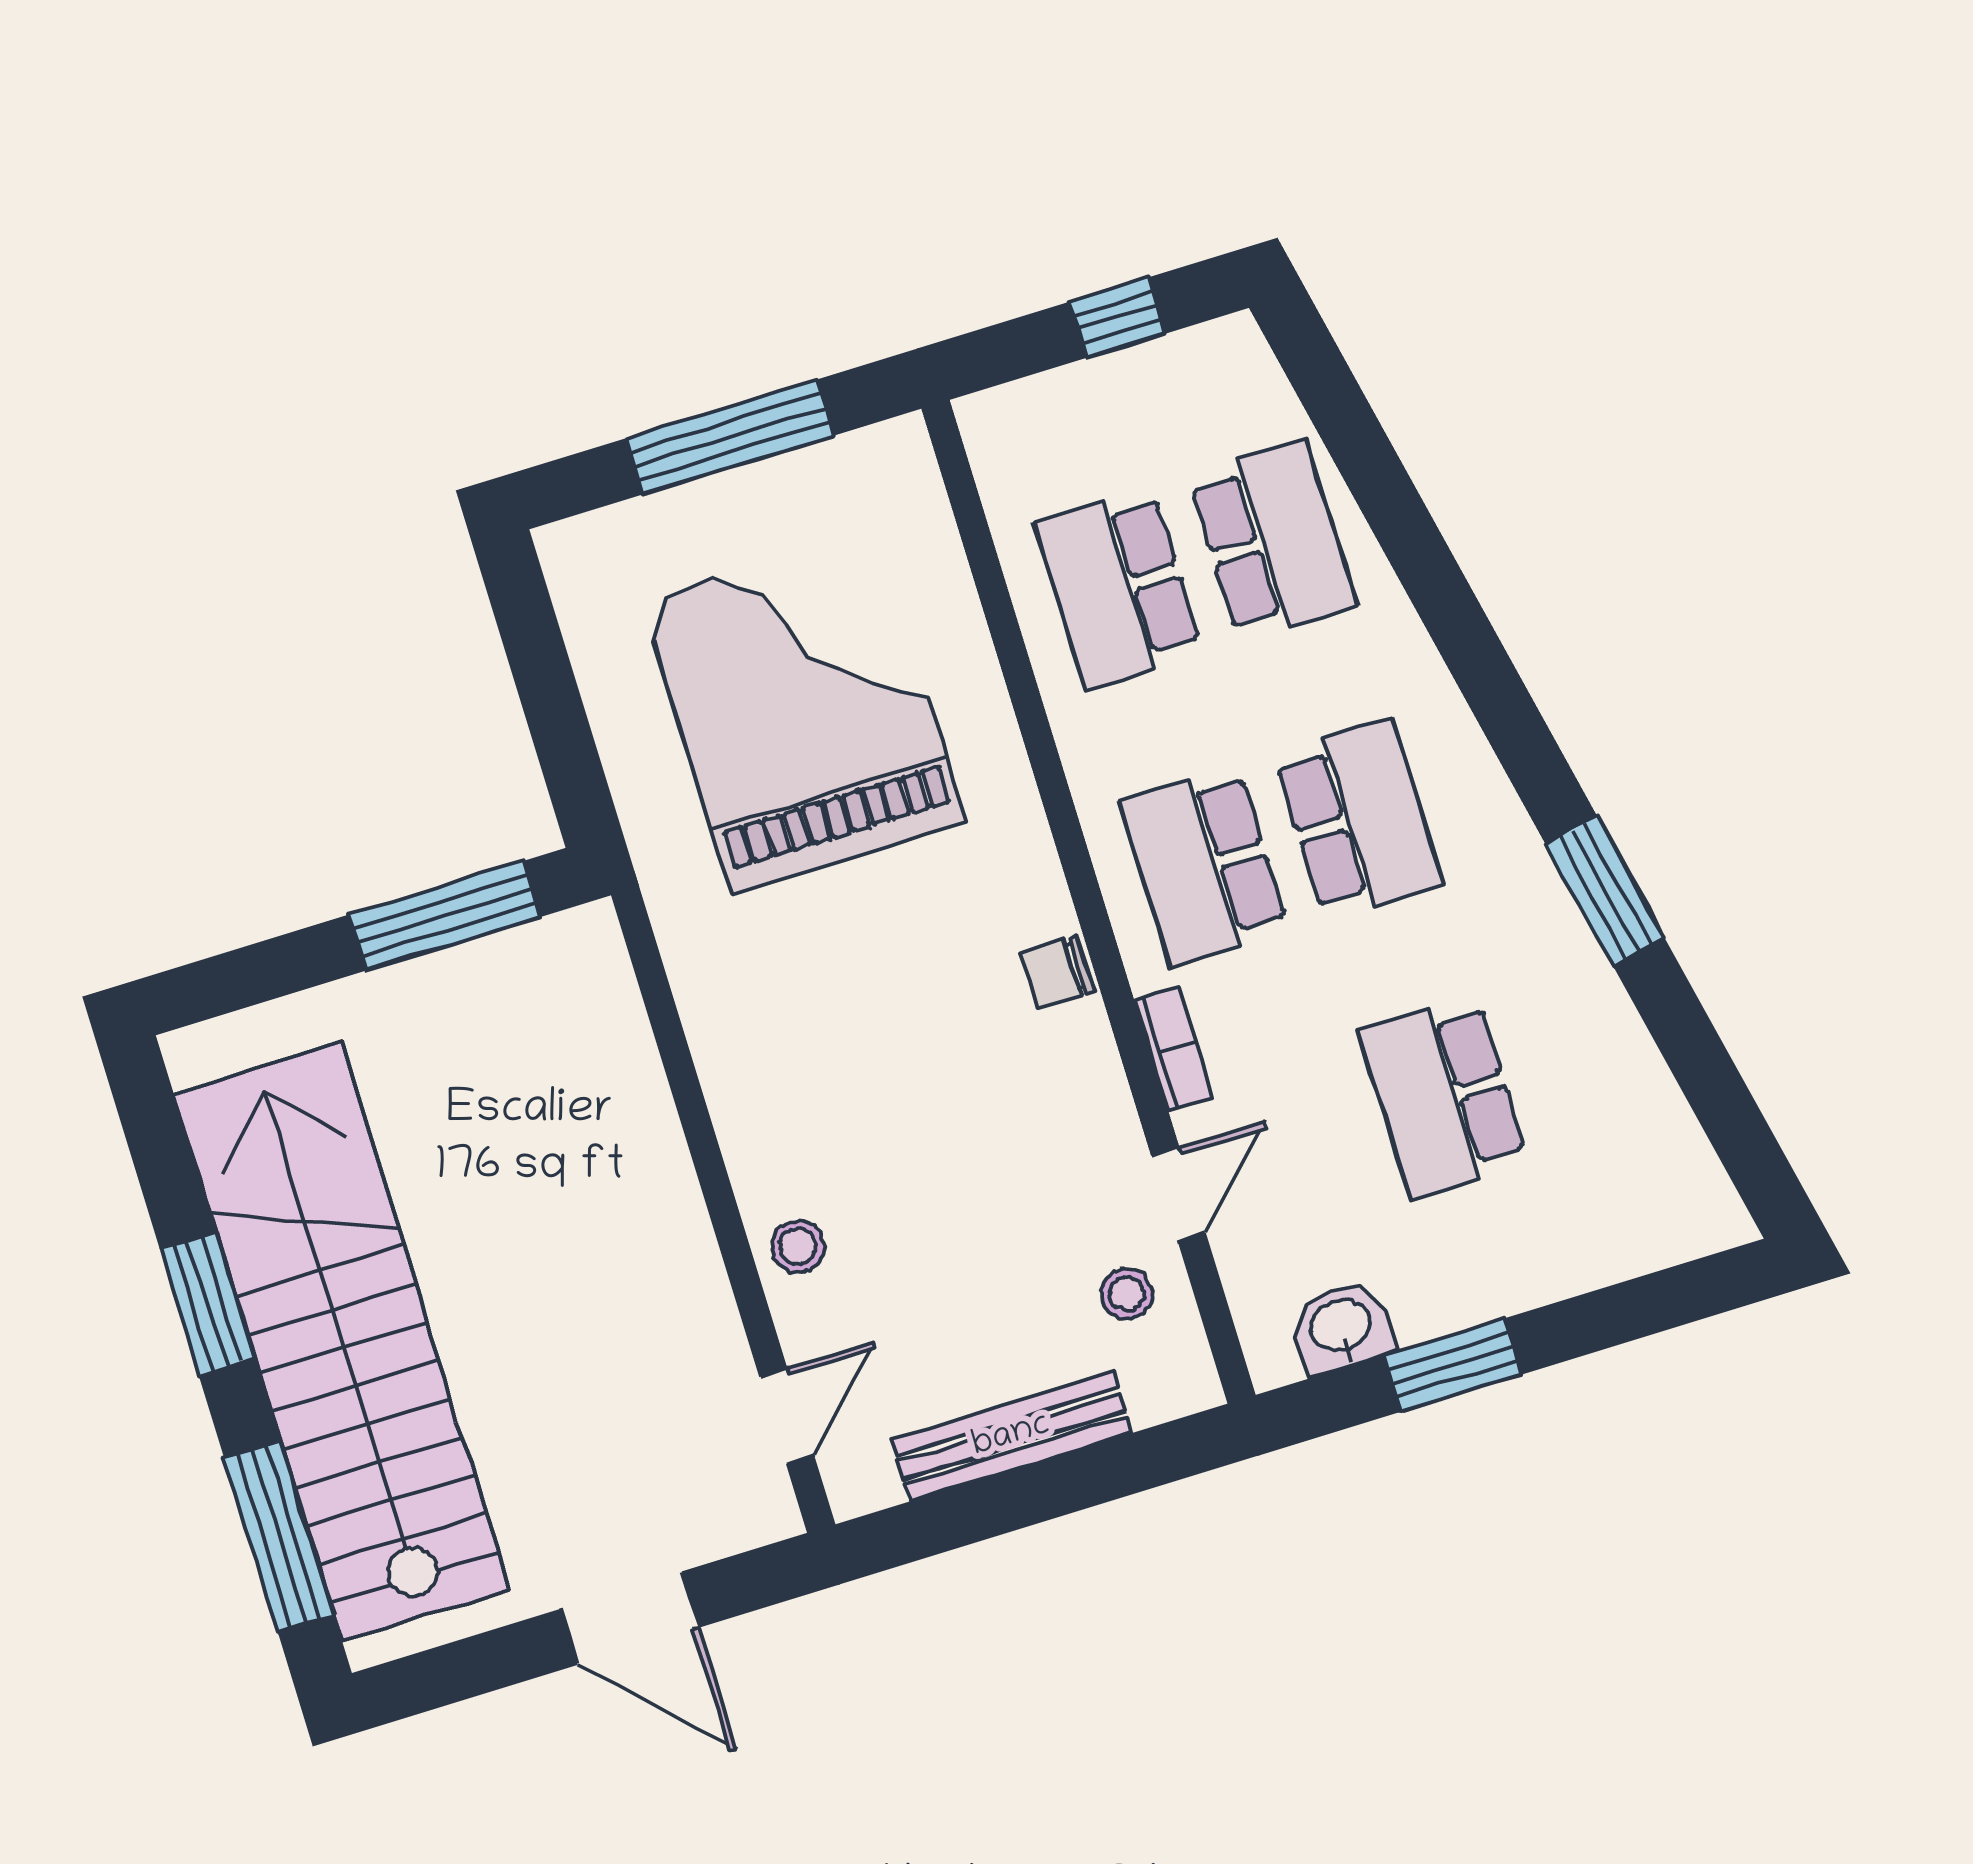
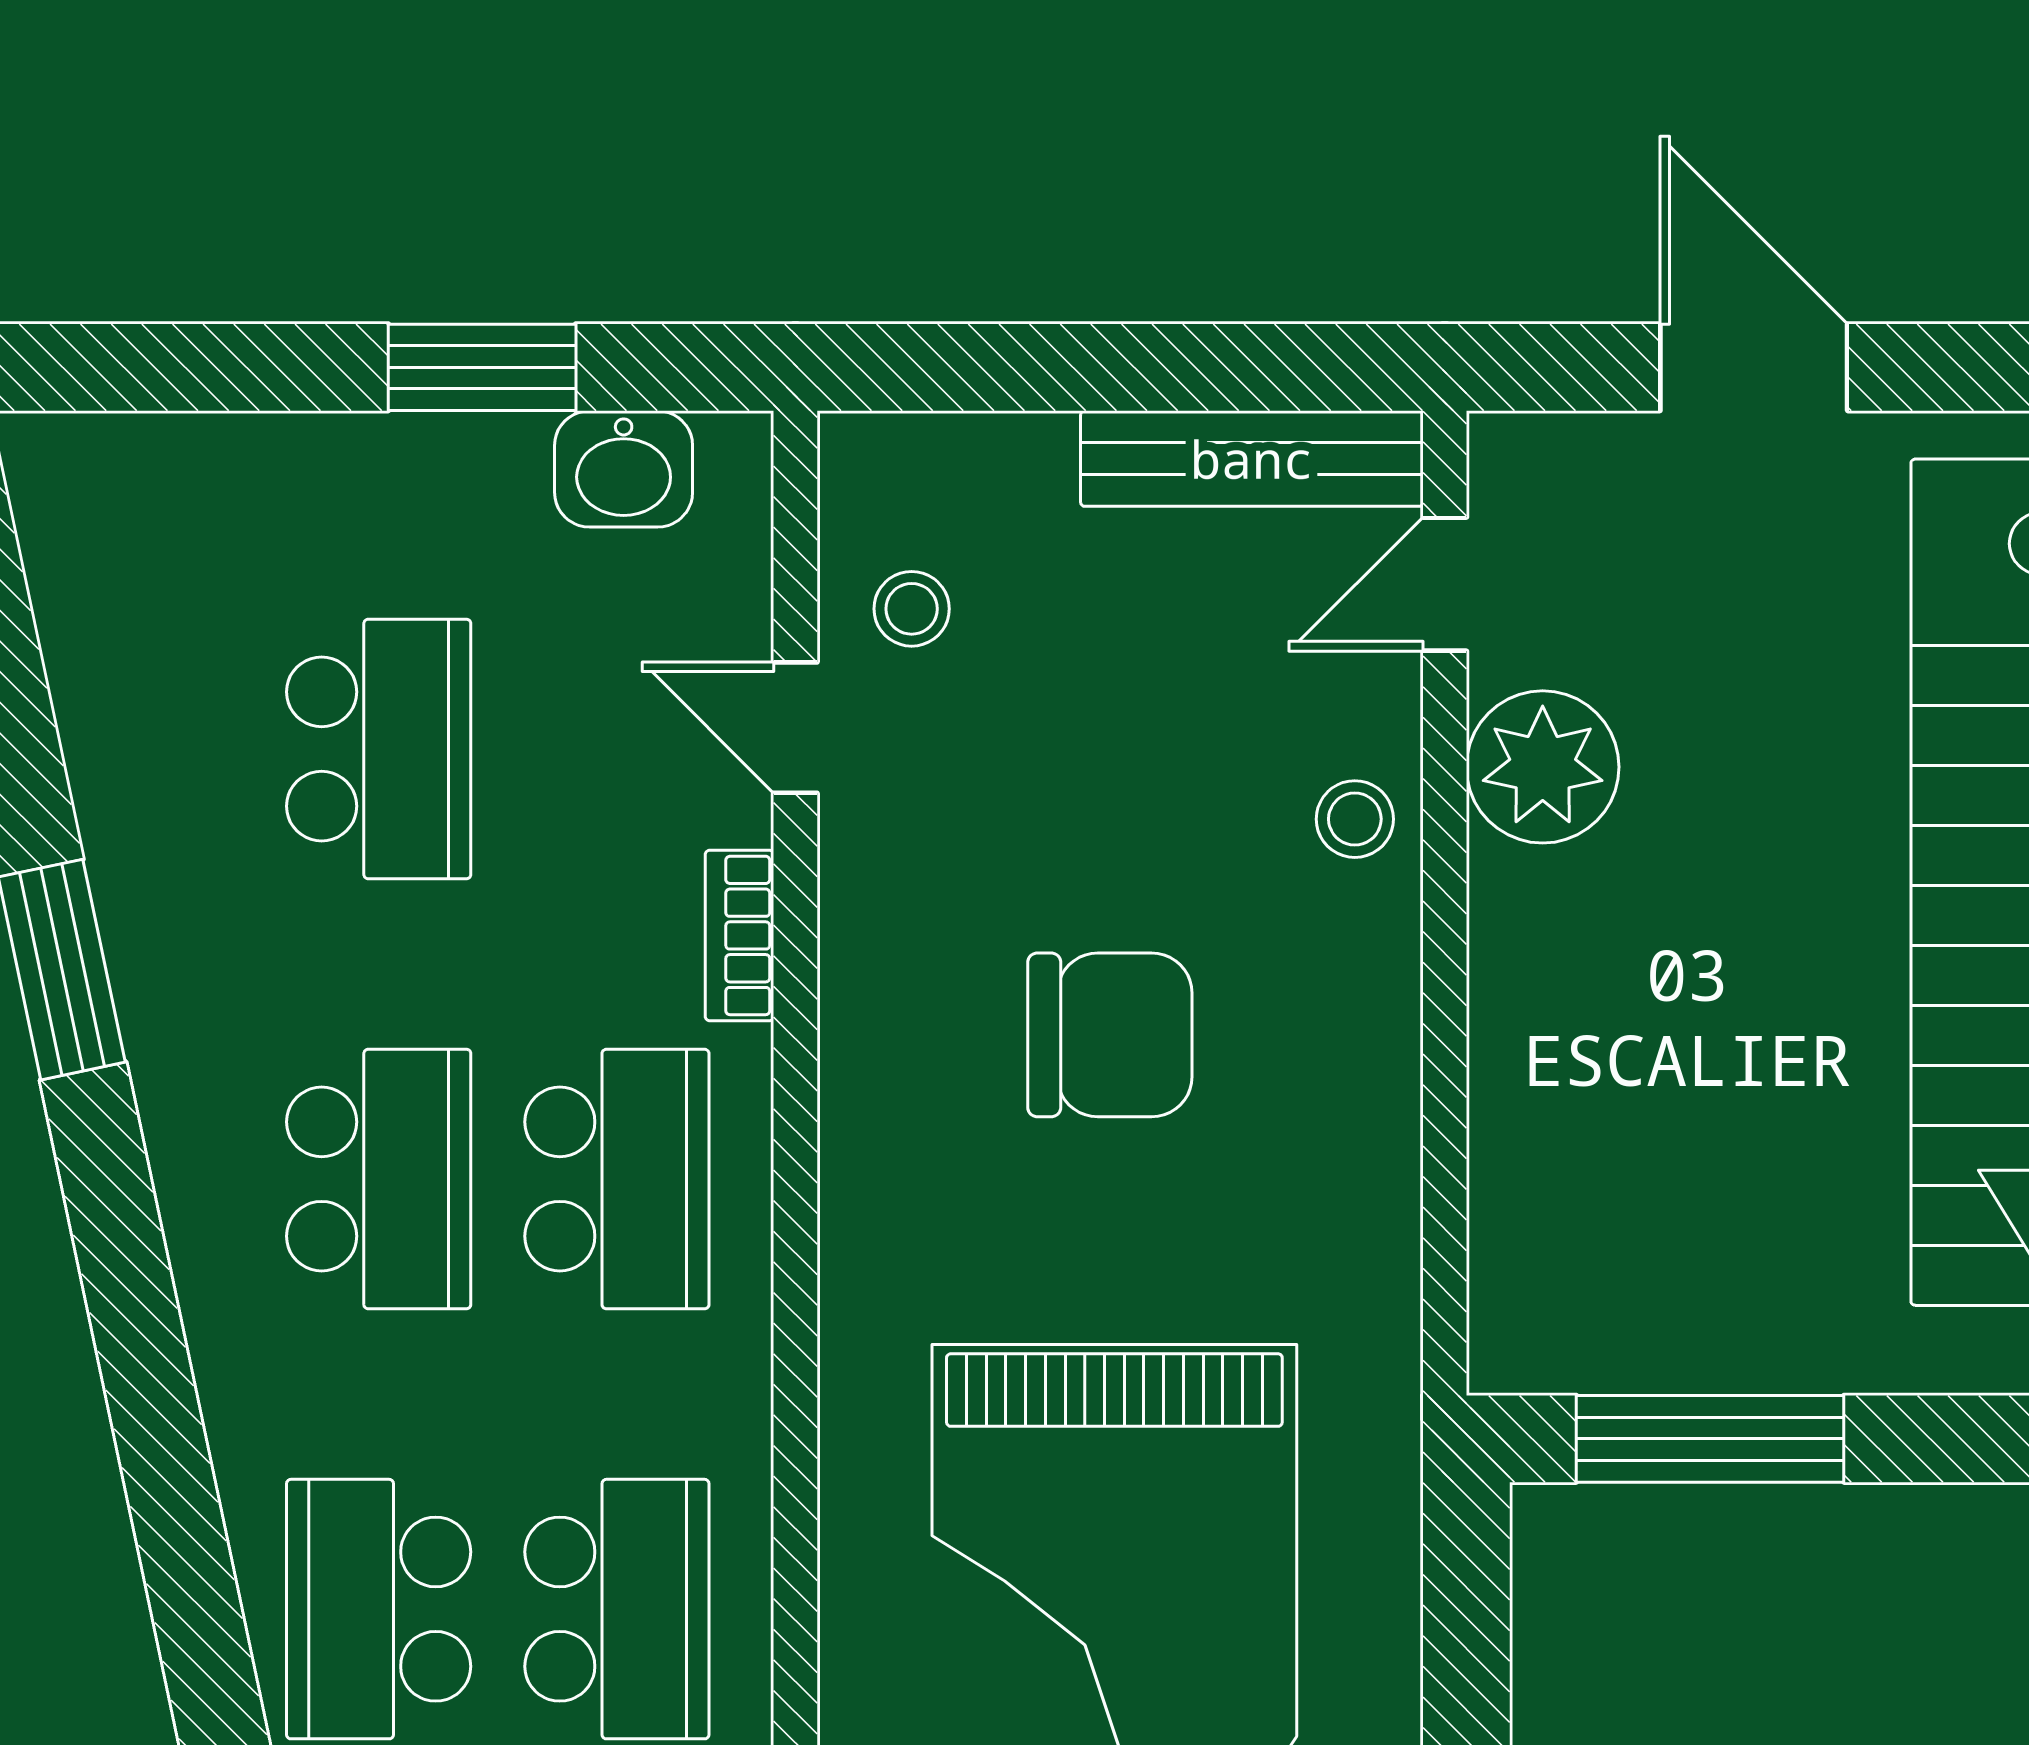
school desk: (1358, 819) -> (379, 1179), turned 180
chair: (1057, 972) -> (1110, 1035), moved, width x1.87, depth x1.87
door: (1179, 1194) -> (795, 728), hinge flipped
plant: (687, 1317) -> (1543, 767), added
bench: (1011, 1436) -> (1252, 459), moved

